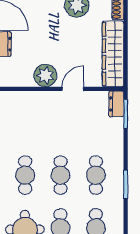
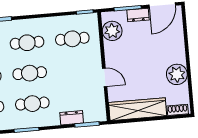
plant: (45, 76) -> (112, 31), moved
dresser: (116, 104) -> (72, 118), moved
cafe table: (25, 122) -> (72, 39), added

